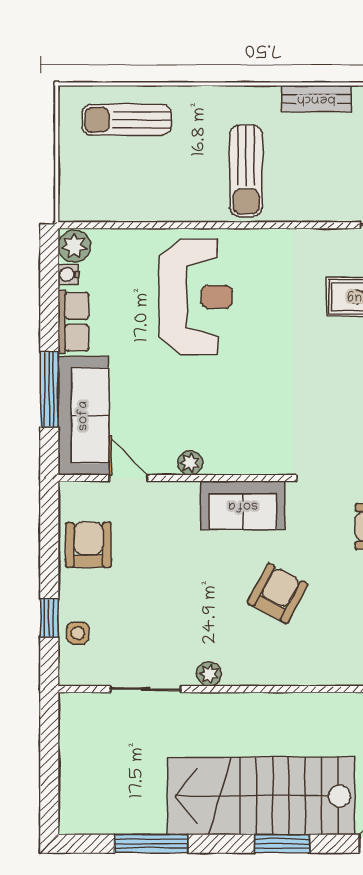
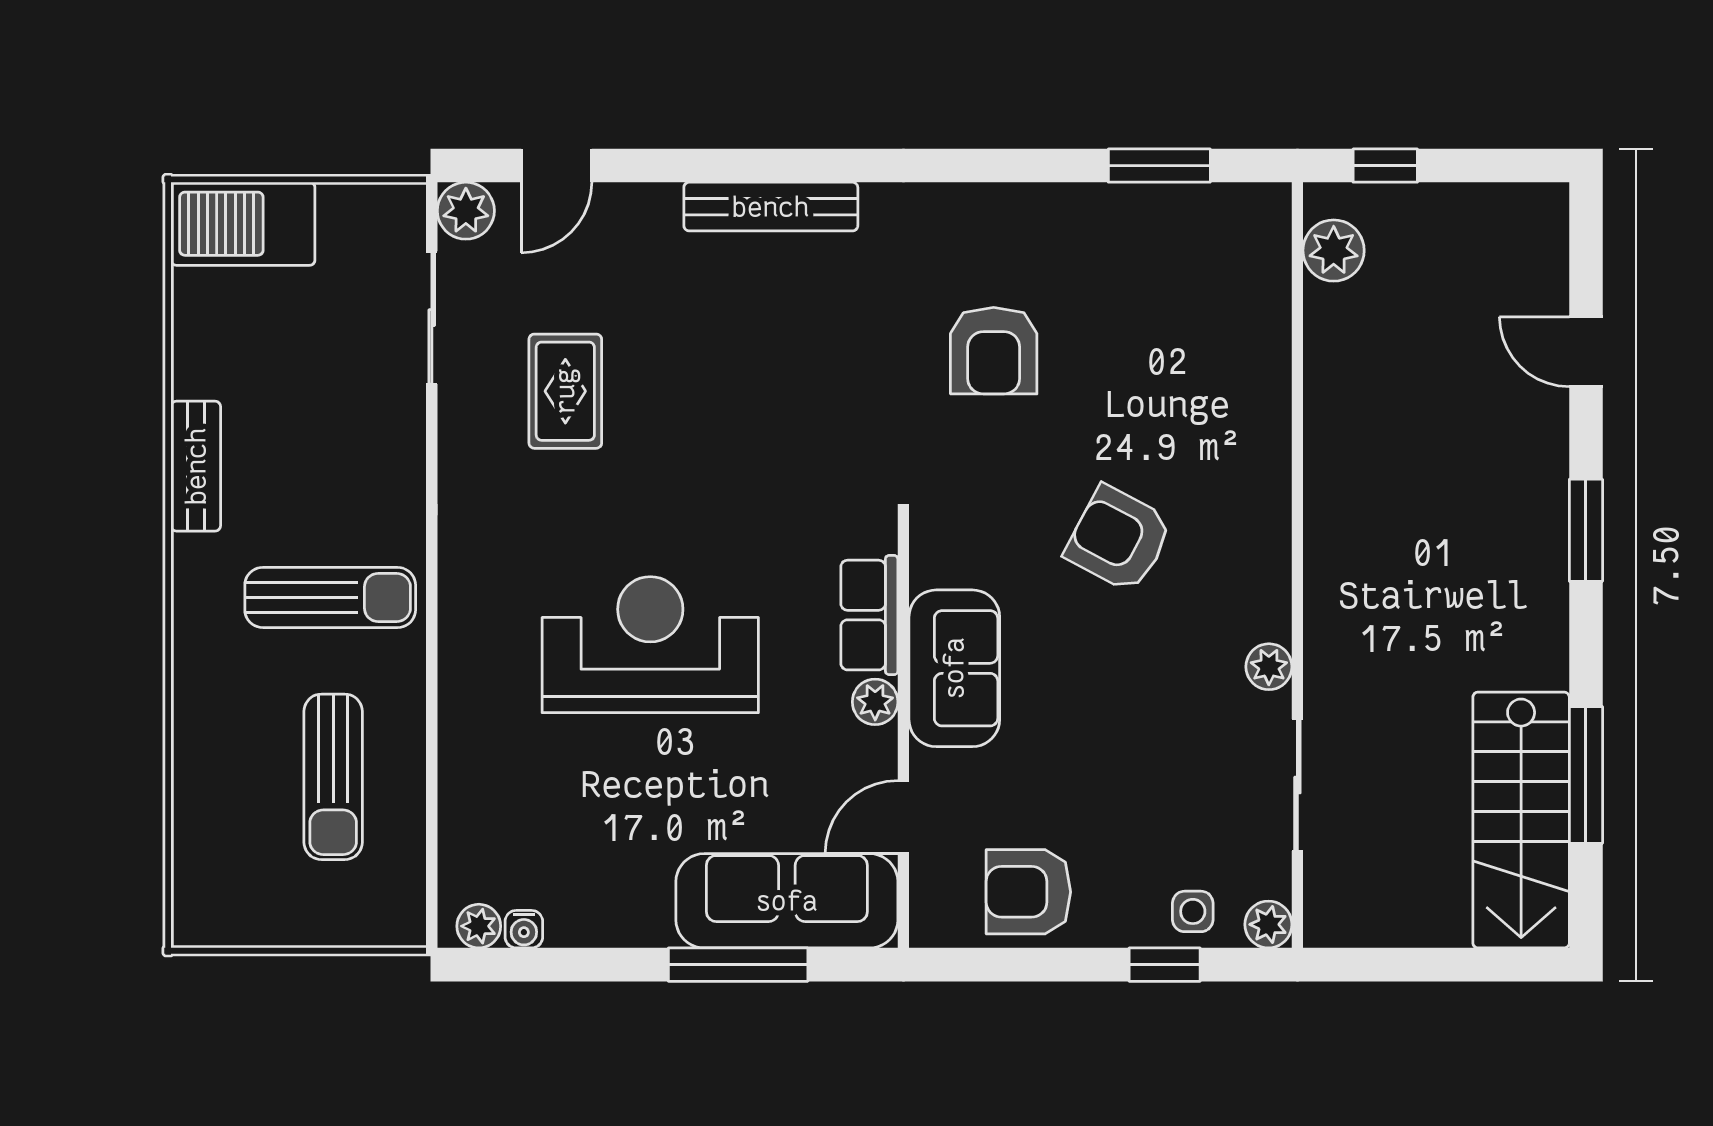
sun lounger: (127, 120) -> (333, 777), moved
plant: (74, 246) -> (479, 926), width x0.73, depth x0.73
reception desk: (195, 297) -> (650, 645), moved
row of seats: (74, 322) -> (869, 615), moved, turned -90
sofa: (243, 505) -> (954, 668), moved
plant: (71, 674) -> (1268, 924), added
stairs: (261, 796) -> (1521, 820), moved, width x0.73, depth x0.66

